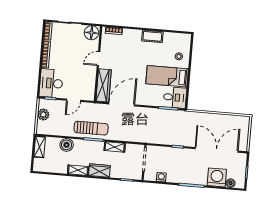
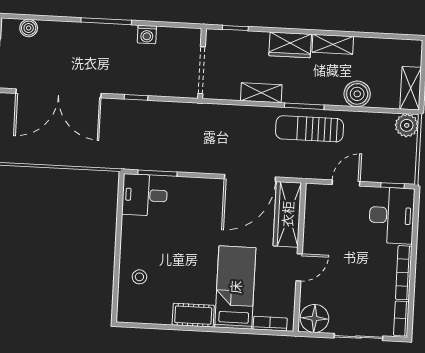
bed: (167, 76) -> (235, 287), moved, turned -90
plant: (43, 115) -> (407, 125), moved
washing machine: (161, 177) -> (147, 35), moved
washing machine: (217, 177) -> (56, 39), removed

